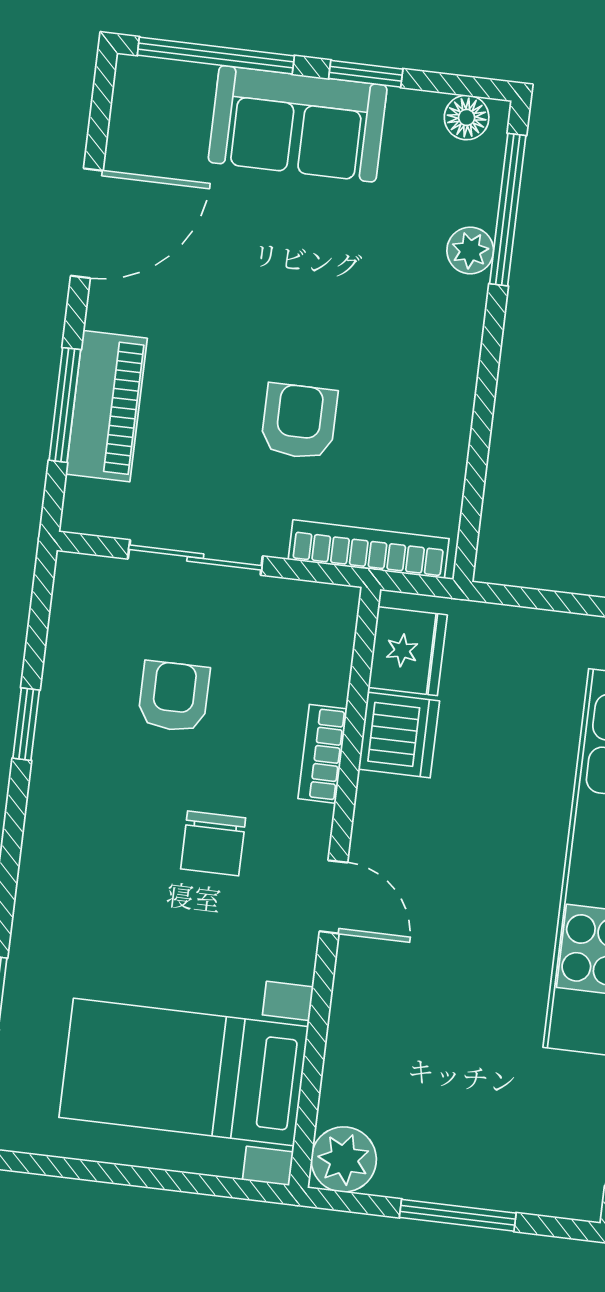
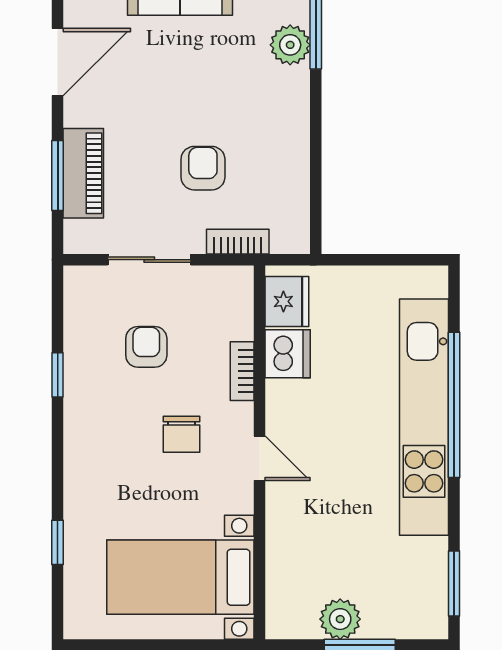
plant: (470, 251) -> (290, 45), width x1.38, depth x1.38
bookcase: (369, 549) -> (238, 242), width x0.64
plant: (344, 1159) -> (340, 619), moved

